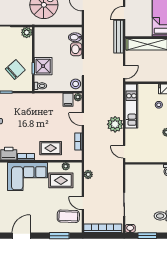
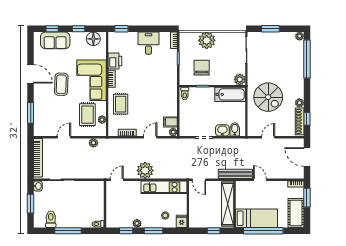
bathtub: (41, 42) -> (230, 94), added
shower: (43, 66) -> (205, 96), removed
chair: (15, 69) -> (202, 68), turned -138
stool: (76, 84) -> (187, 130), removed
coffee table: (68, 216) -> (61, 84), moved

